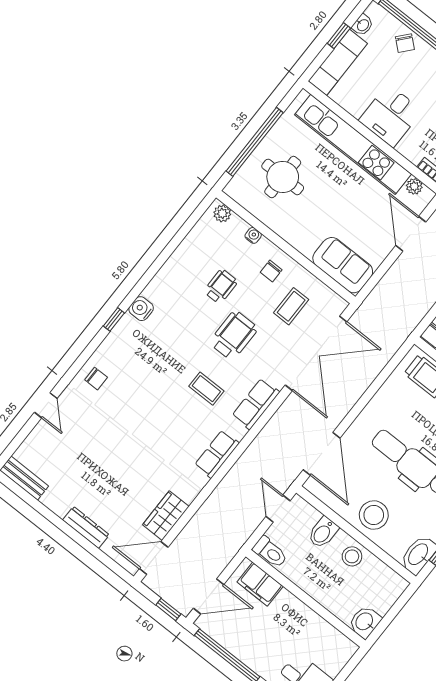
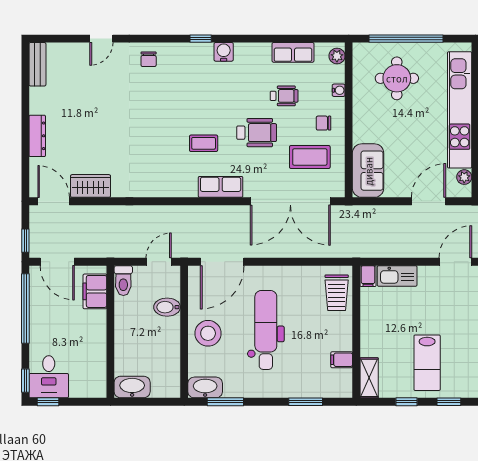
coffee table: (291, 306) -> (310, 157), width x1.36, depth x1.30
coffee table: (206, 389) -> (204, 143), turned 90
row of seats: (217, 454) -> (293, 52), moved, turned 180
stool: (352, 556) -> (166, 341), removed
washbasin: (365, 622) -> (132, 387), width x1.38

